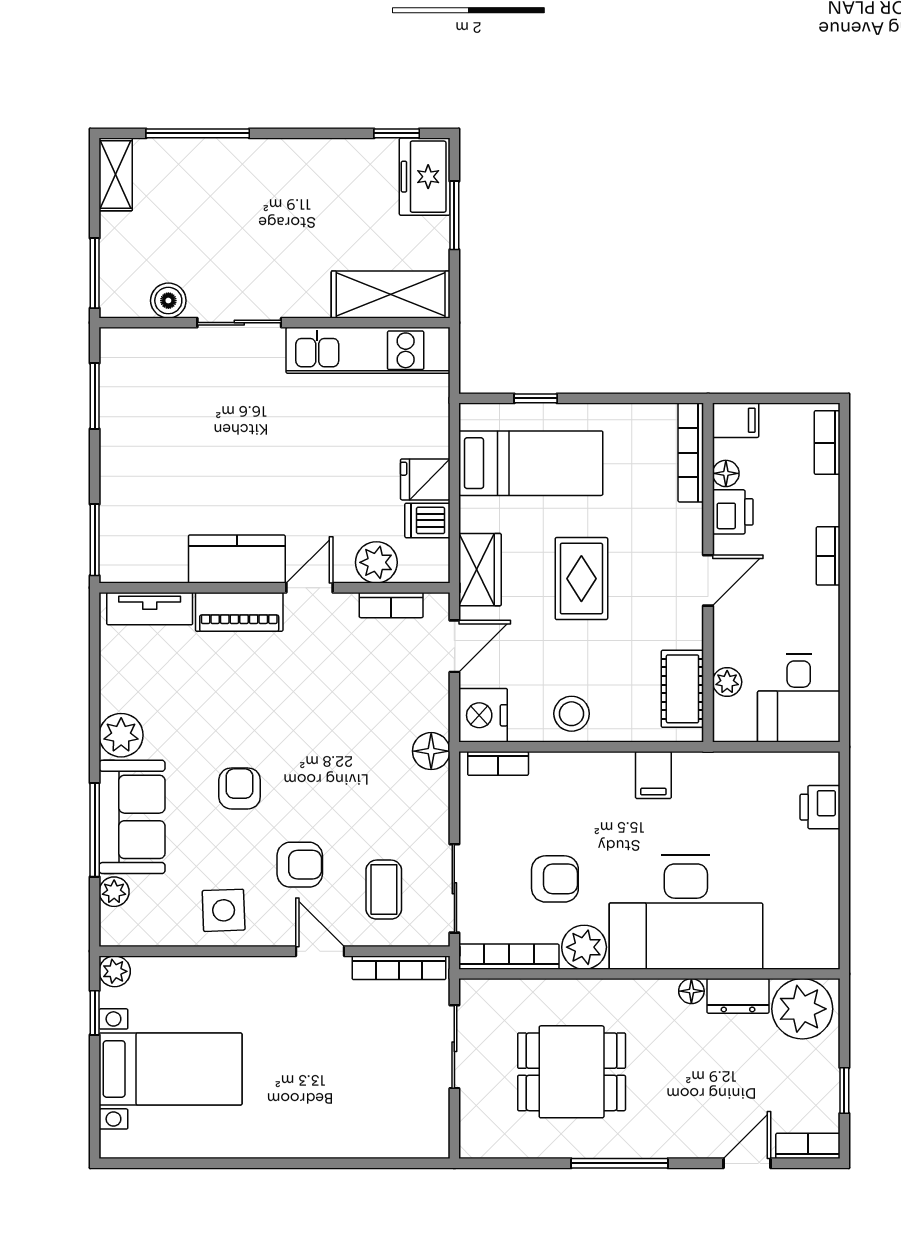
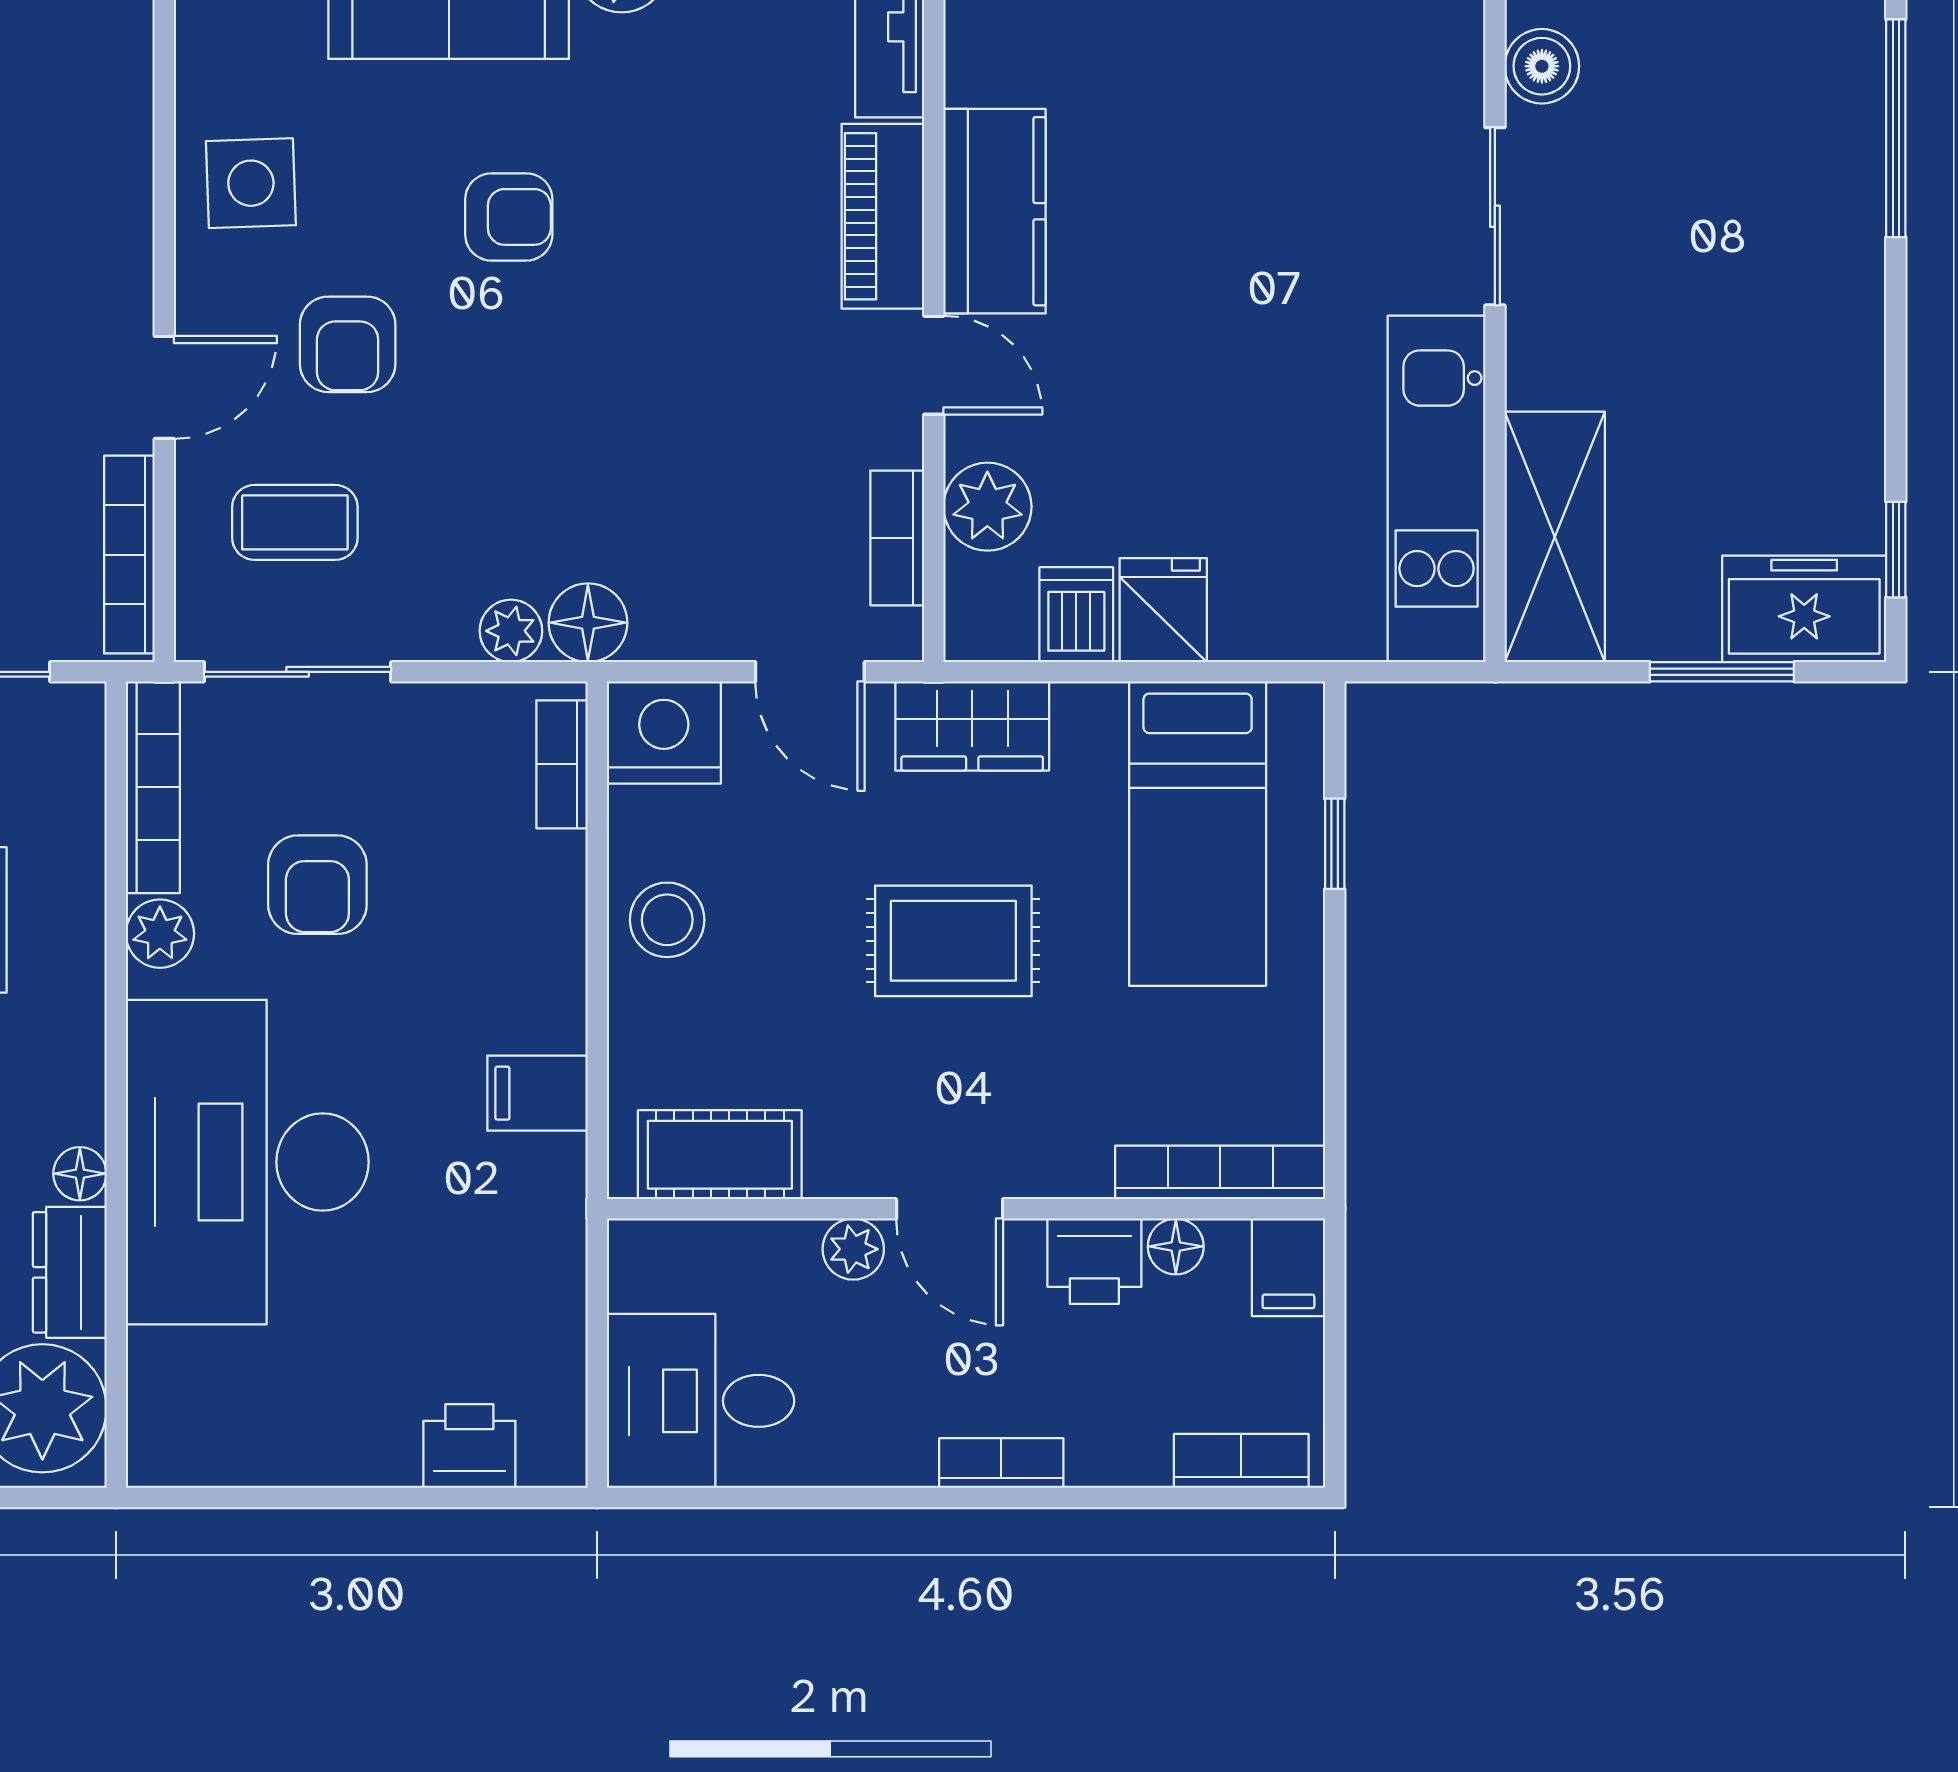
plant: (727, 682) -> (853, 1249), moved
plant: (435, 788) -> (511, 631), added
plant: (584, 947) -> (160, 934), width x0.73, depth x0.73

